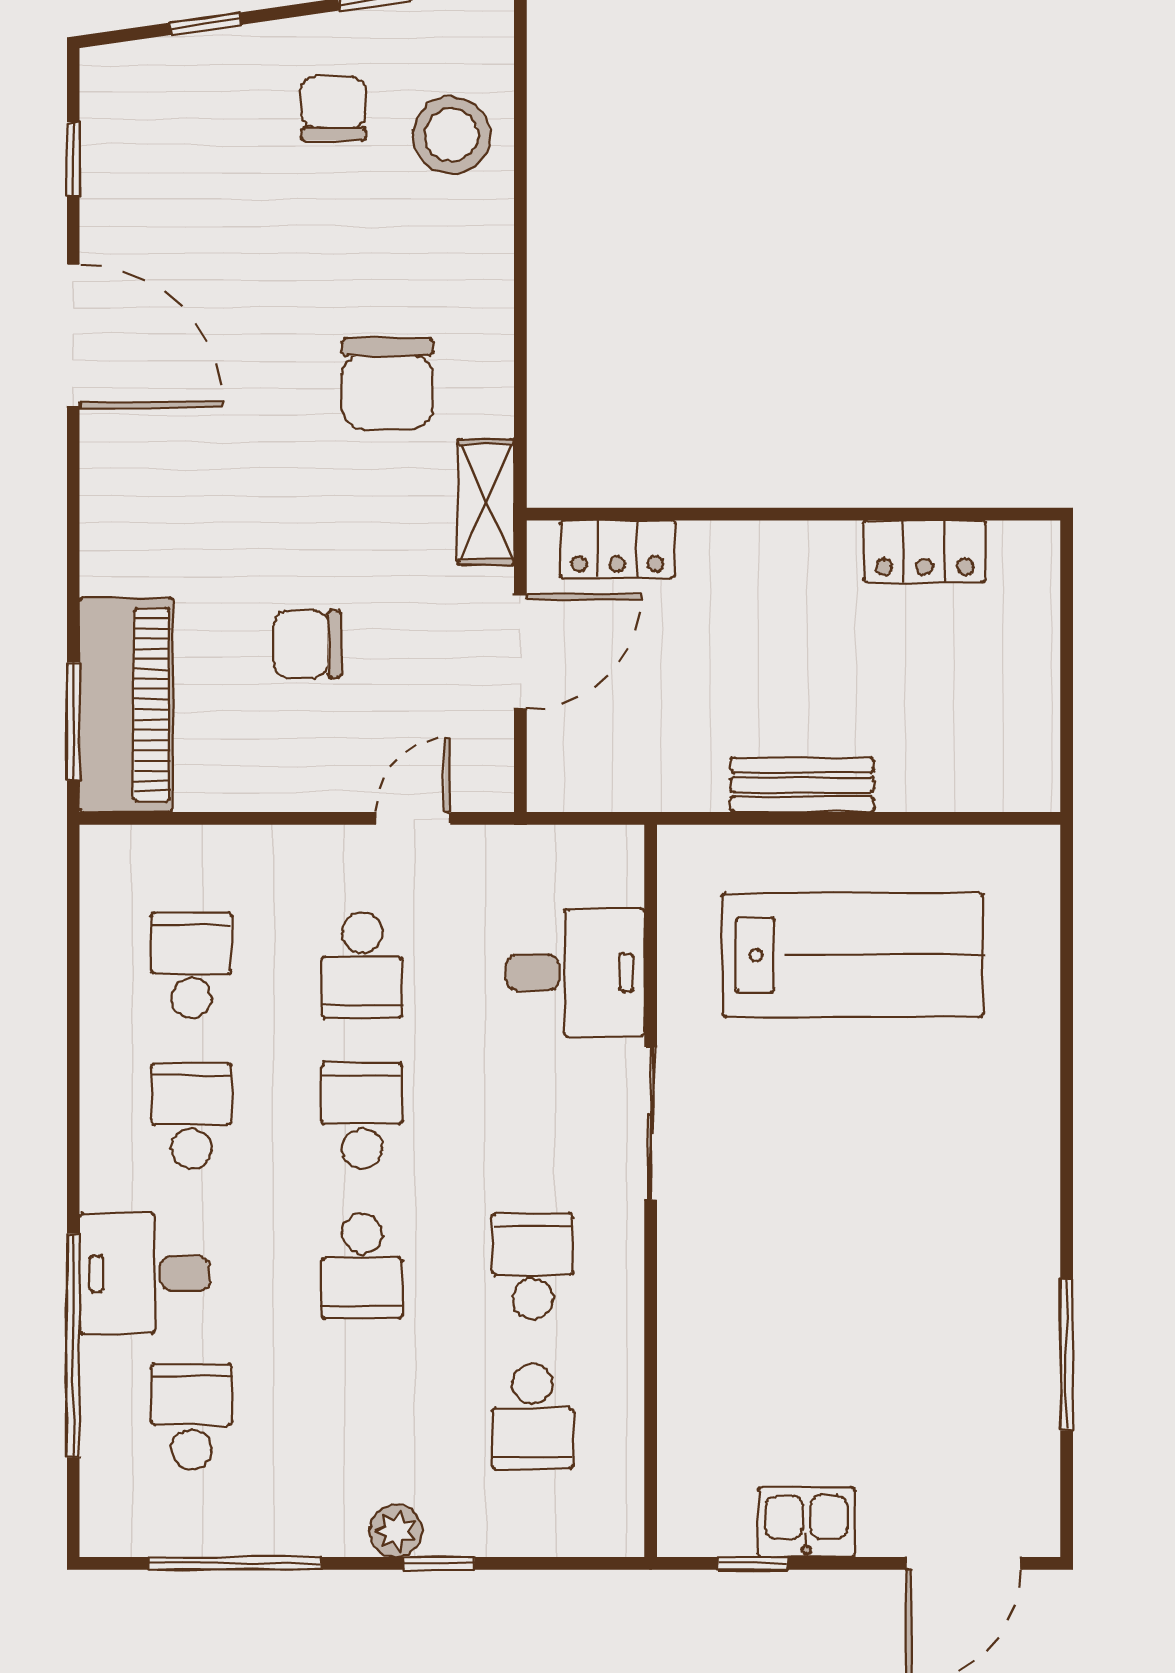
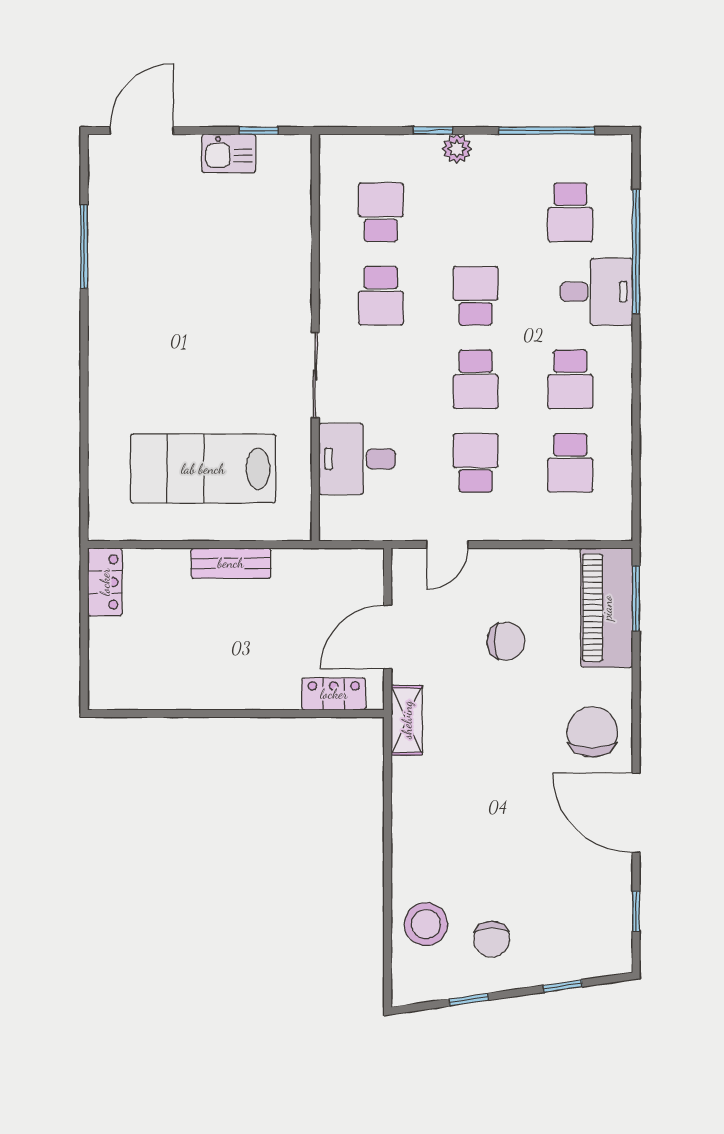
chair: (387, 383) -> (592, 732), moved
locker: (925, 551) -> (105, 582), moved, turned 90

